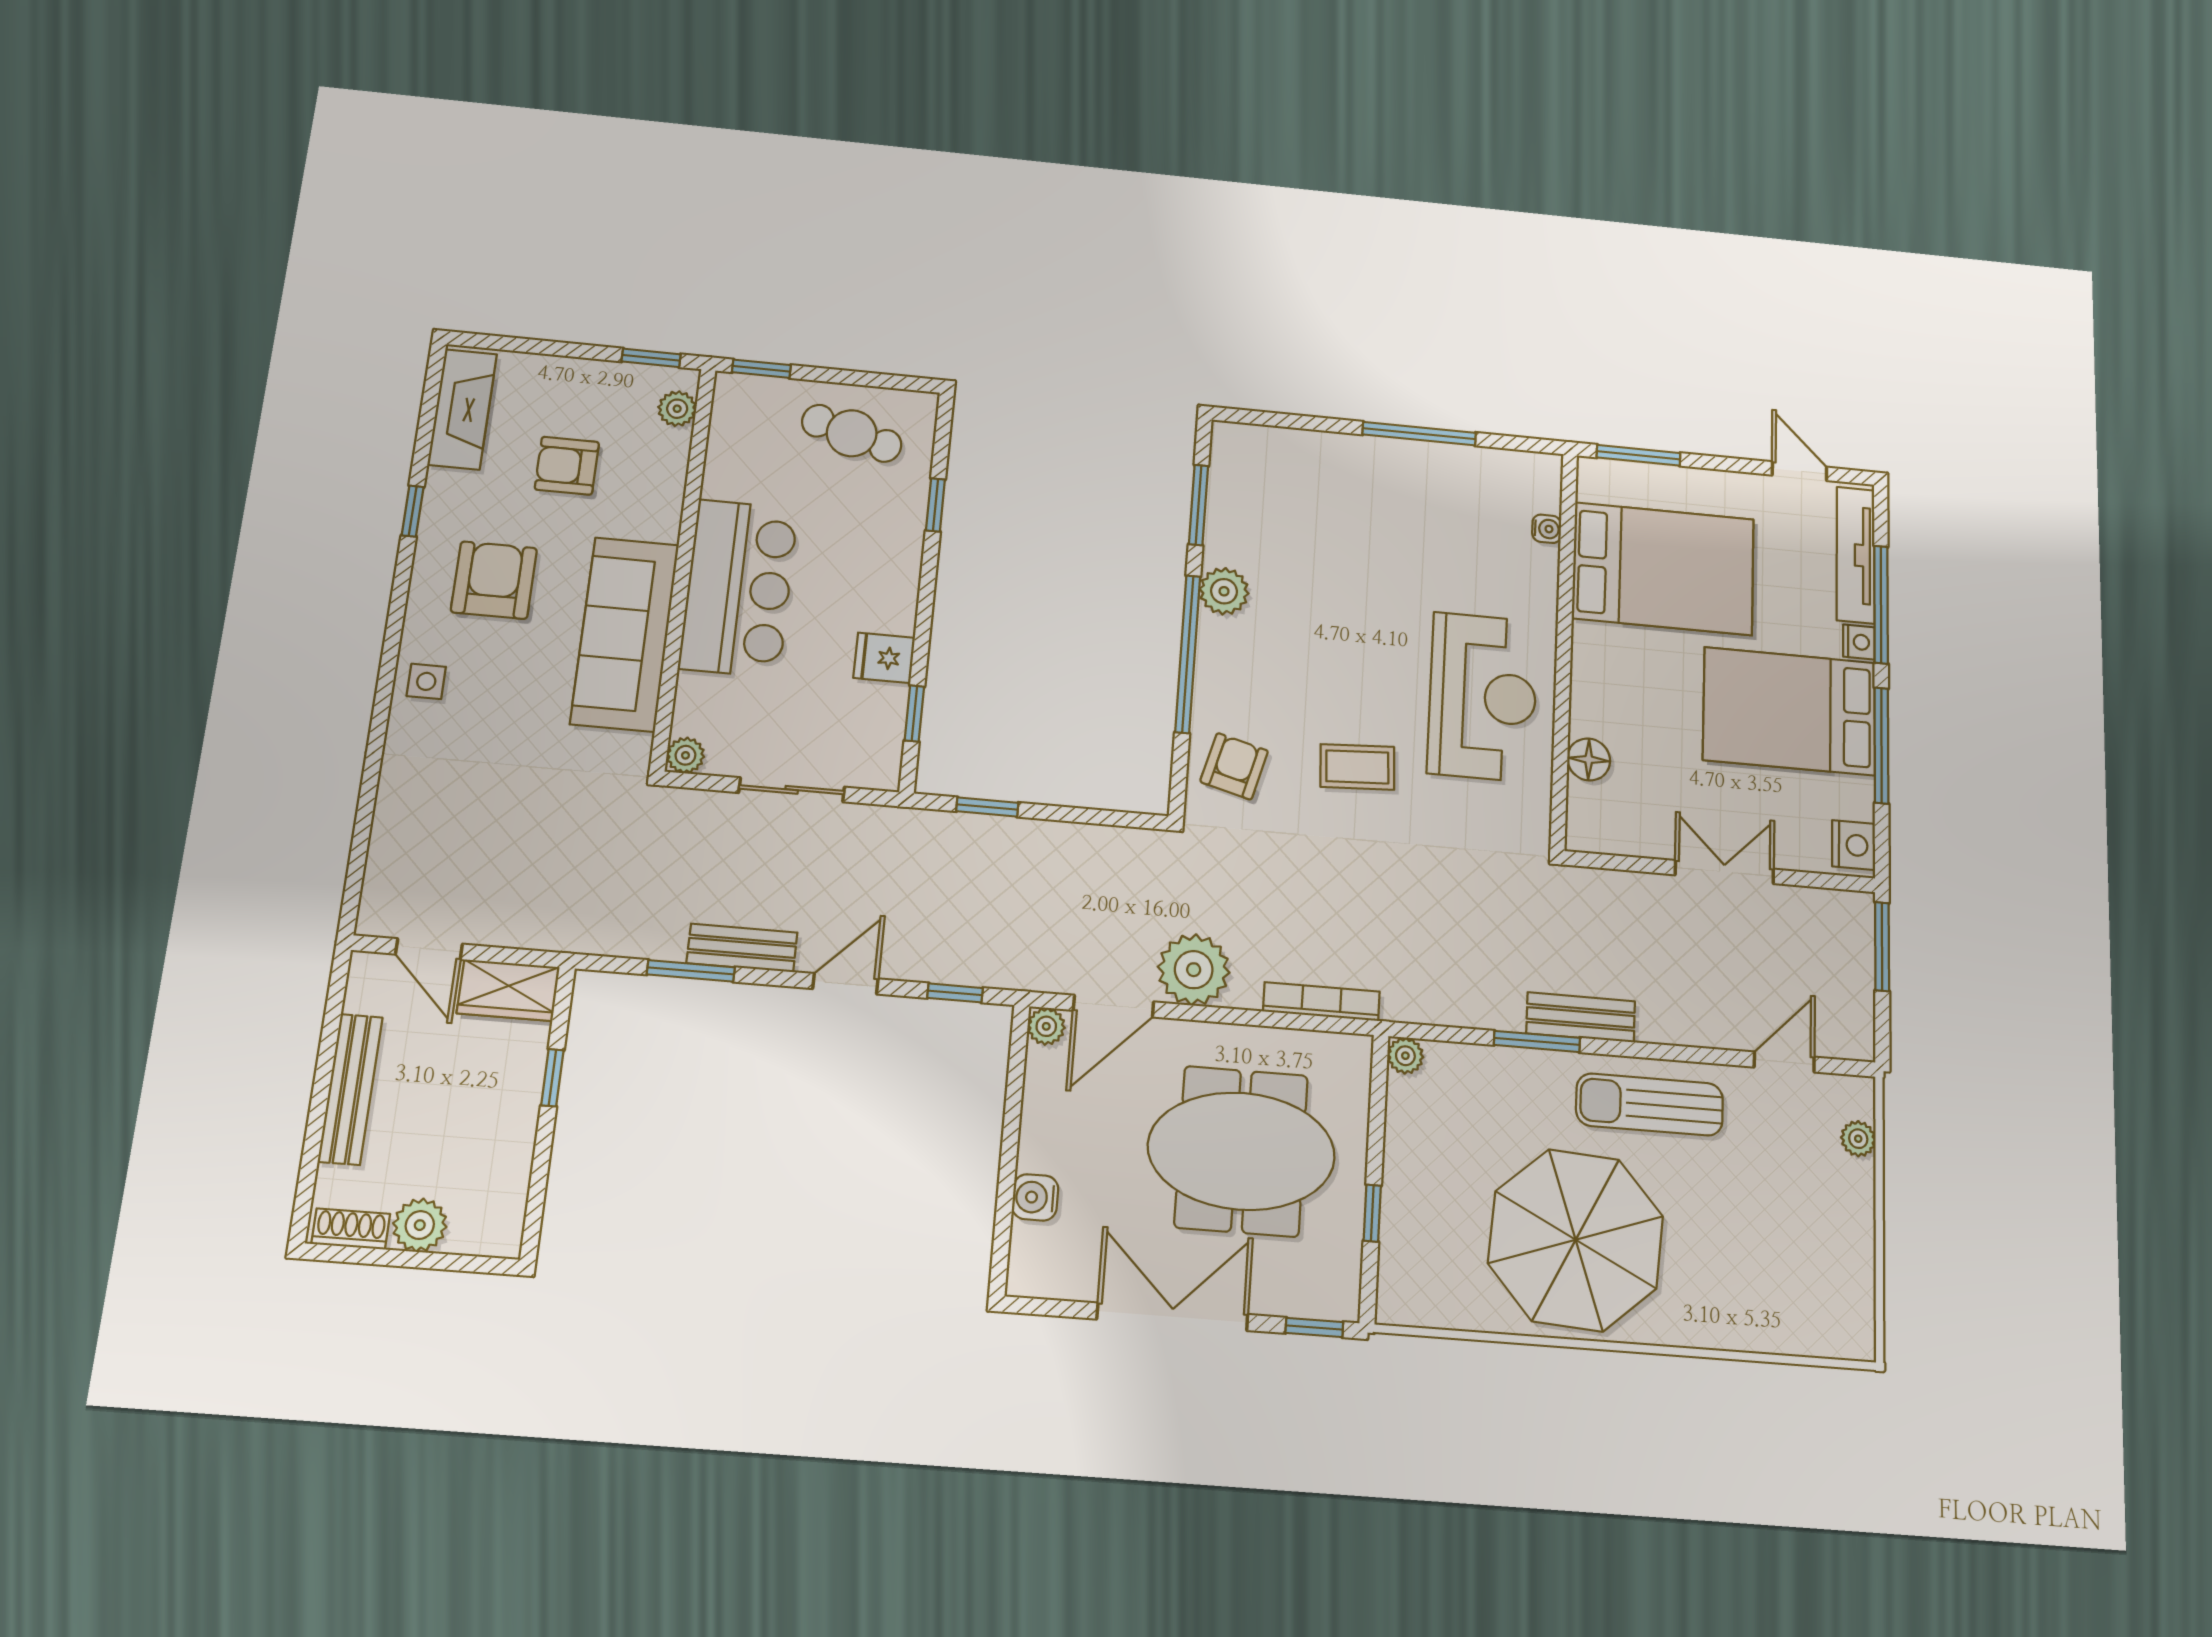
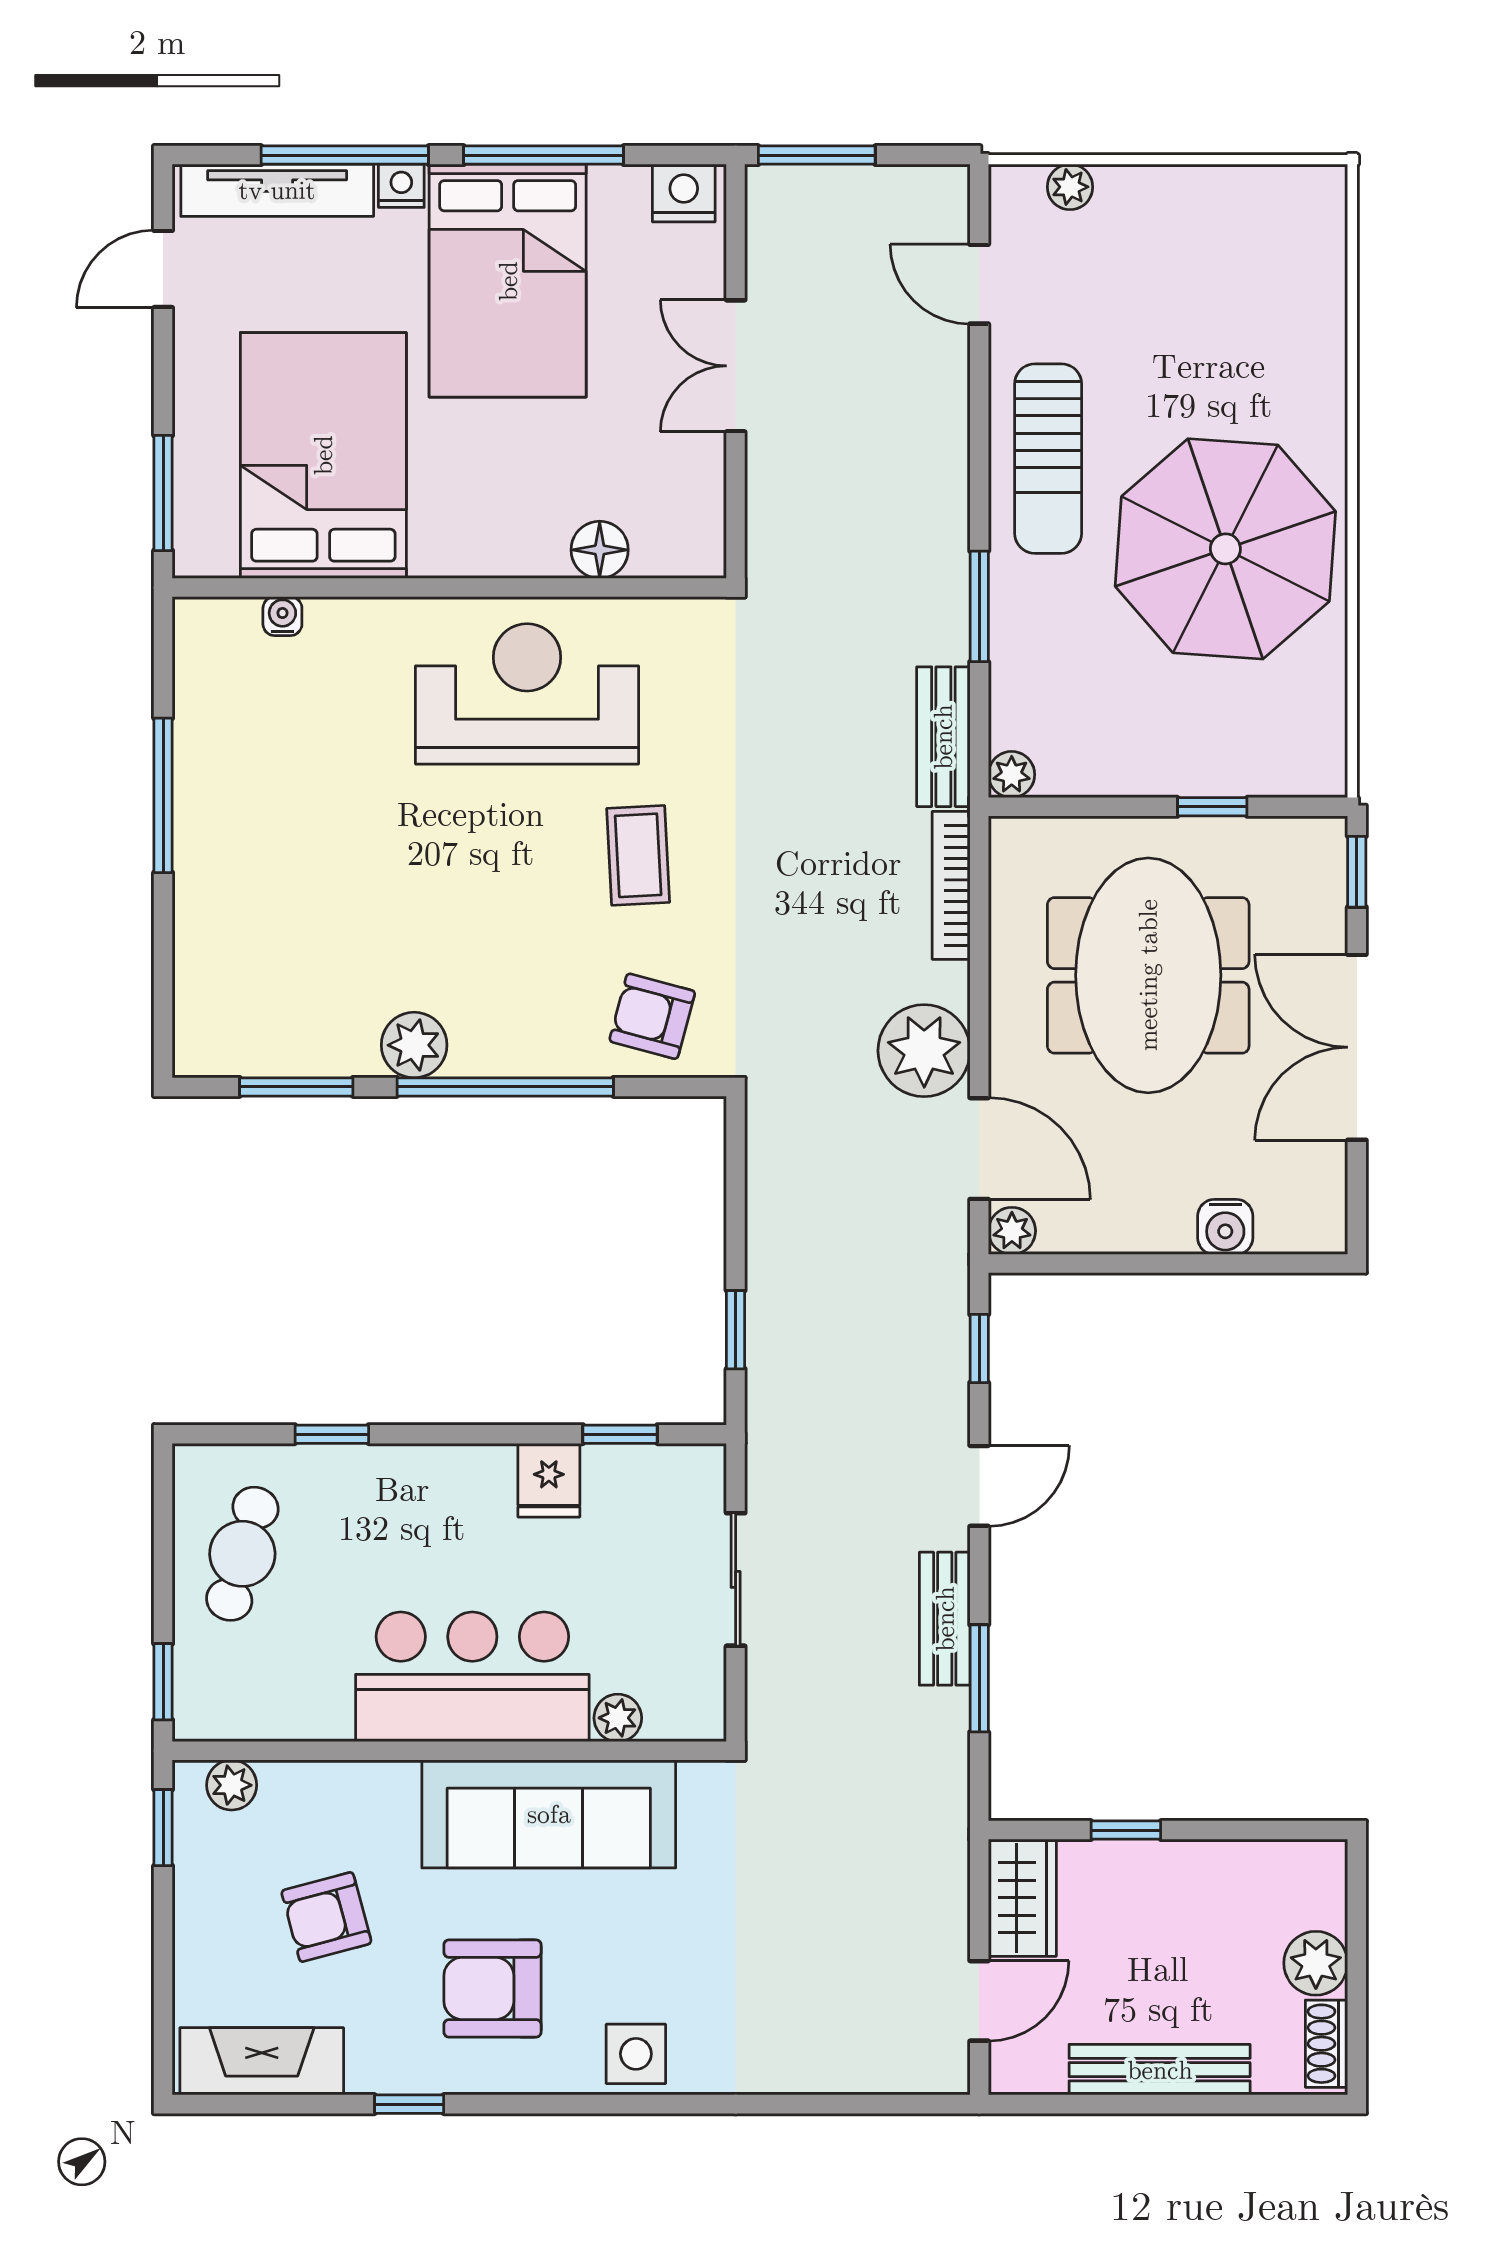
armchair: (567, 466) -> (326, 1917), turned 75
side table: (426, 681) -> (636, 2054), width x1.37, depth x1.37
plant: (685, 755) -> (618, 1718), moved
door: (845, 984) -> (979, 1486), swing flipped
bench: (1581, 1017) -> (943, 737), moved

